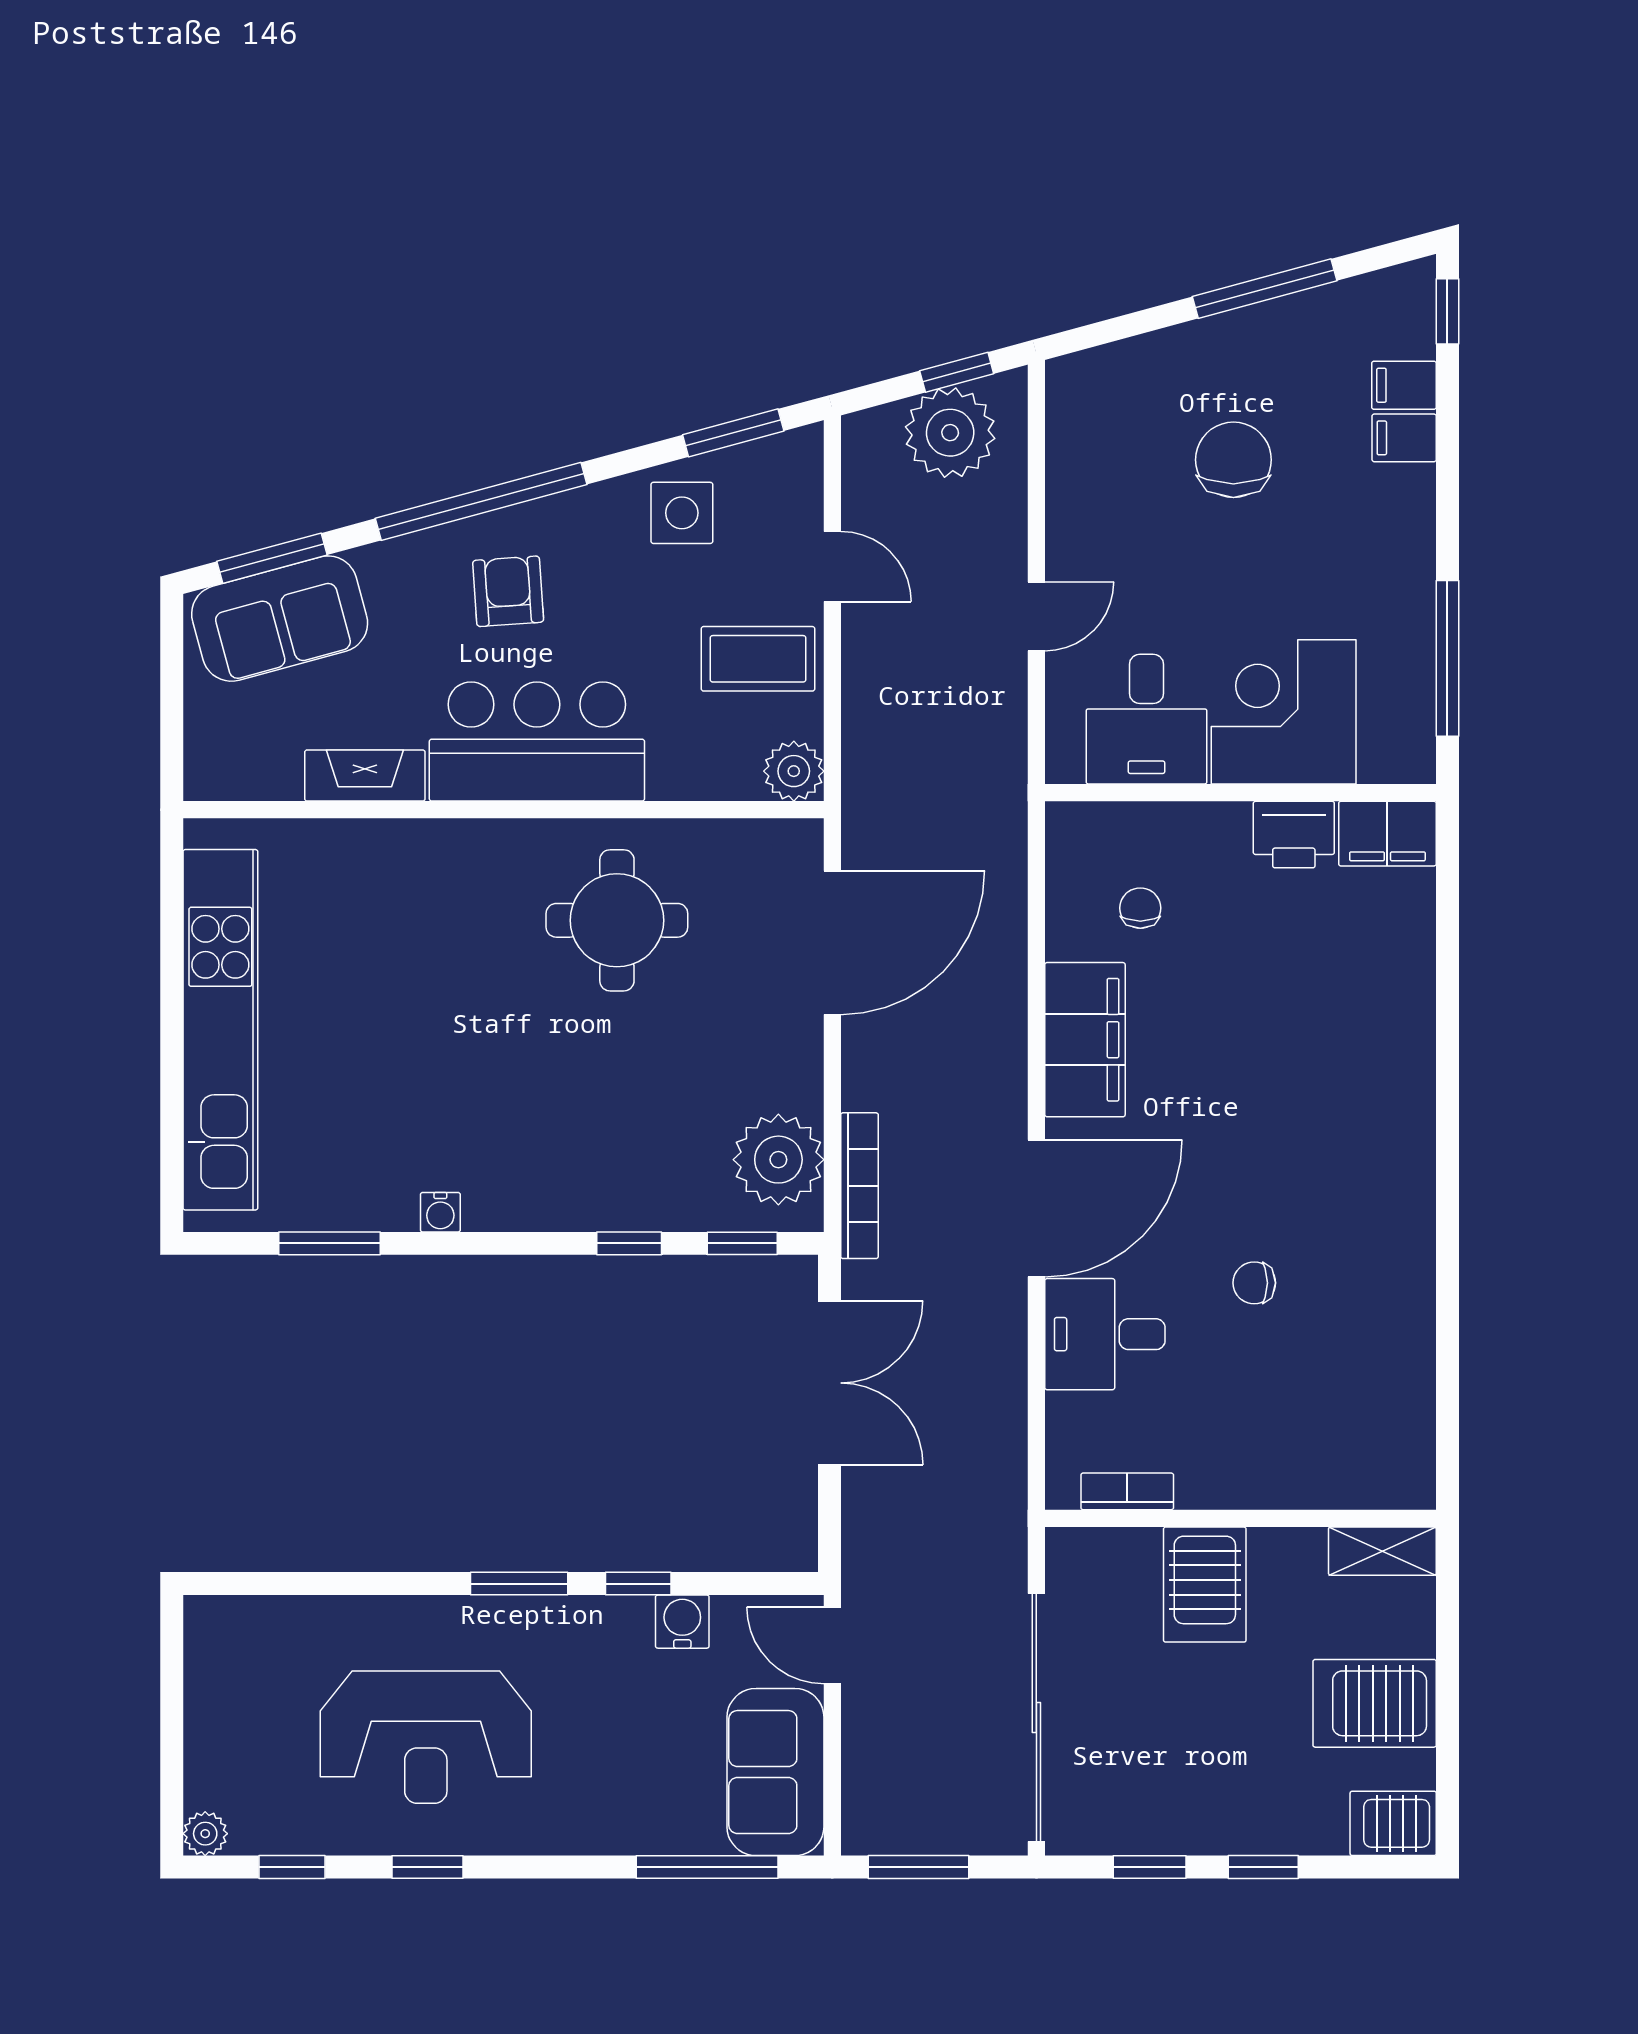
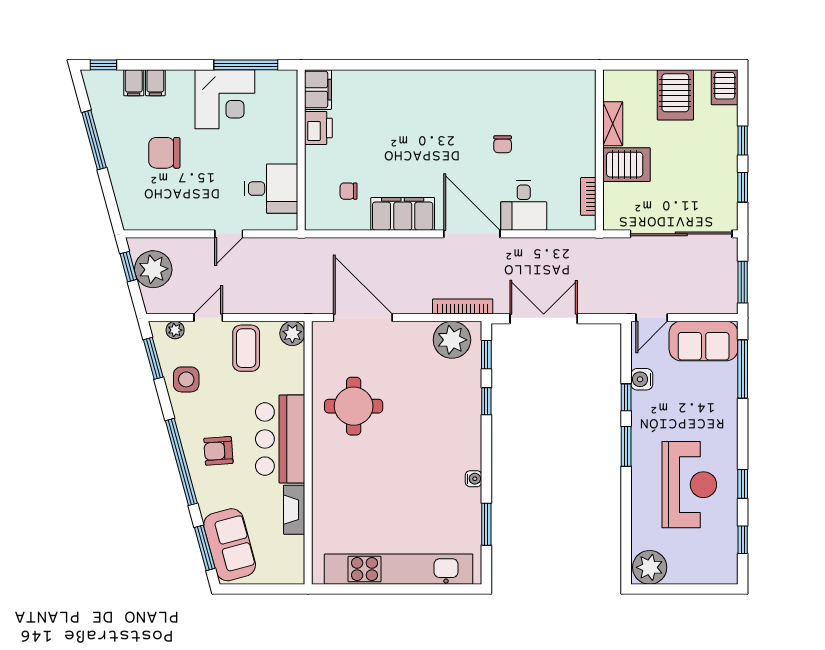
plant: (802, 486) -> (175, 330), added
door: (1036, 616) -> (229, 234), swing flipped
corner desk: (1284, 712) -> (225, 99), moved, turned -90
shelving: (1382, 1551) -> (613, 124), moved
plant: (205, 1834) -> (650, 567), moved, width x1.88, depth x1.88

